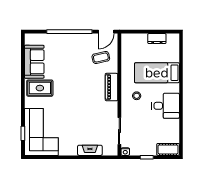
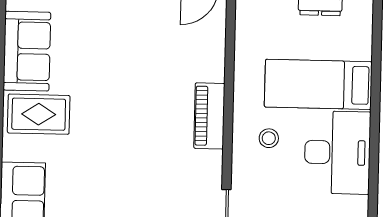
coffee table: (101, 57) -> (186, 45), removed
desk: (166, 106) -> (337, 152), width x1.37

